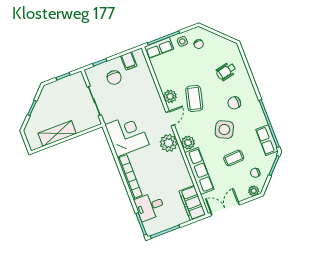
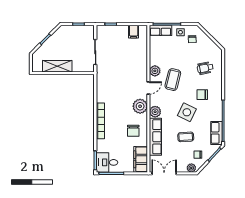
chair: (114, 78) -> (133, 131), moved
corner desk: (127, 135) -> (111, 88), removed
desk: (150, 206) -> (107, 162), moved

